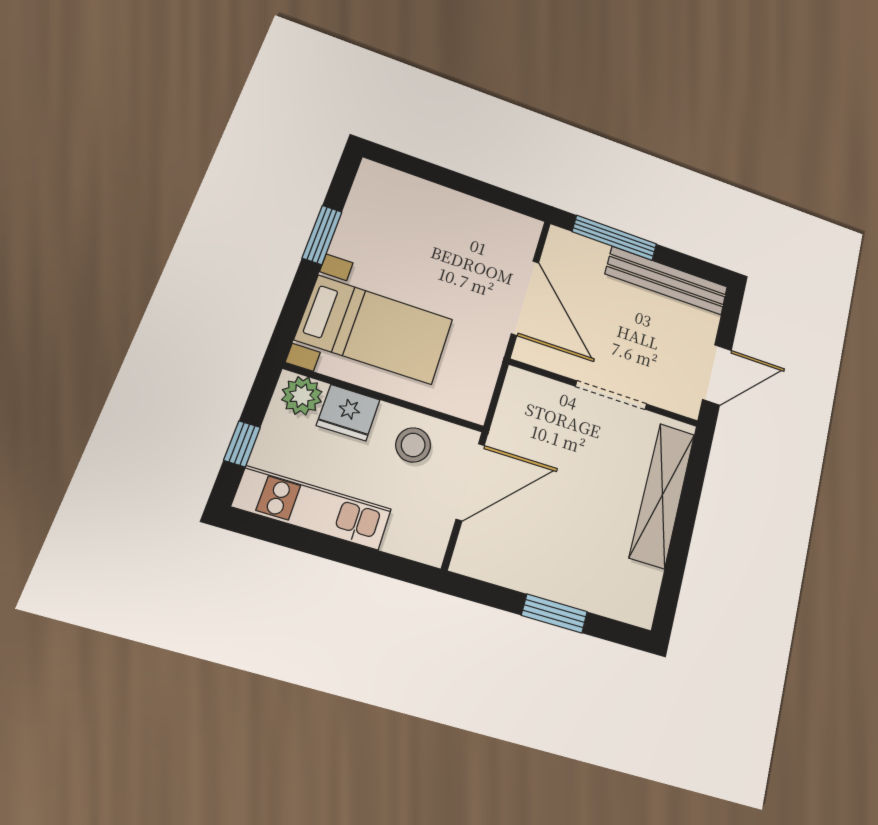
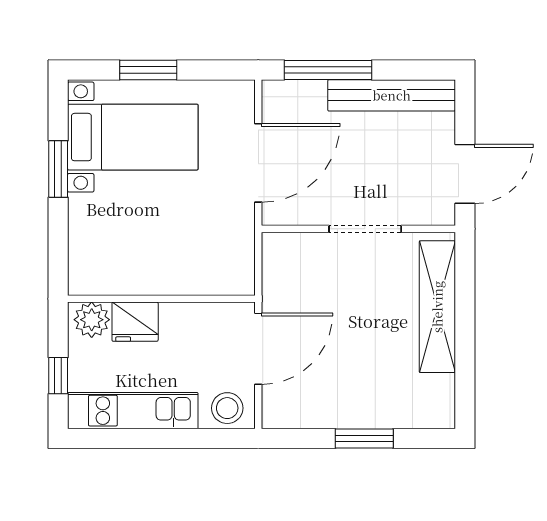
window: (445, 177) -> (148, 70), added
door: (525, 298) -> (258, 163), hinge flipped
bed with nightstands: (375, 330) -> (133, 137), moved
stool: (413, 445) -> (227, 408), moved

